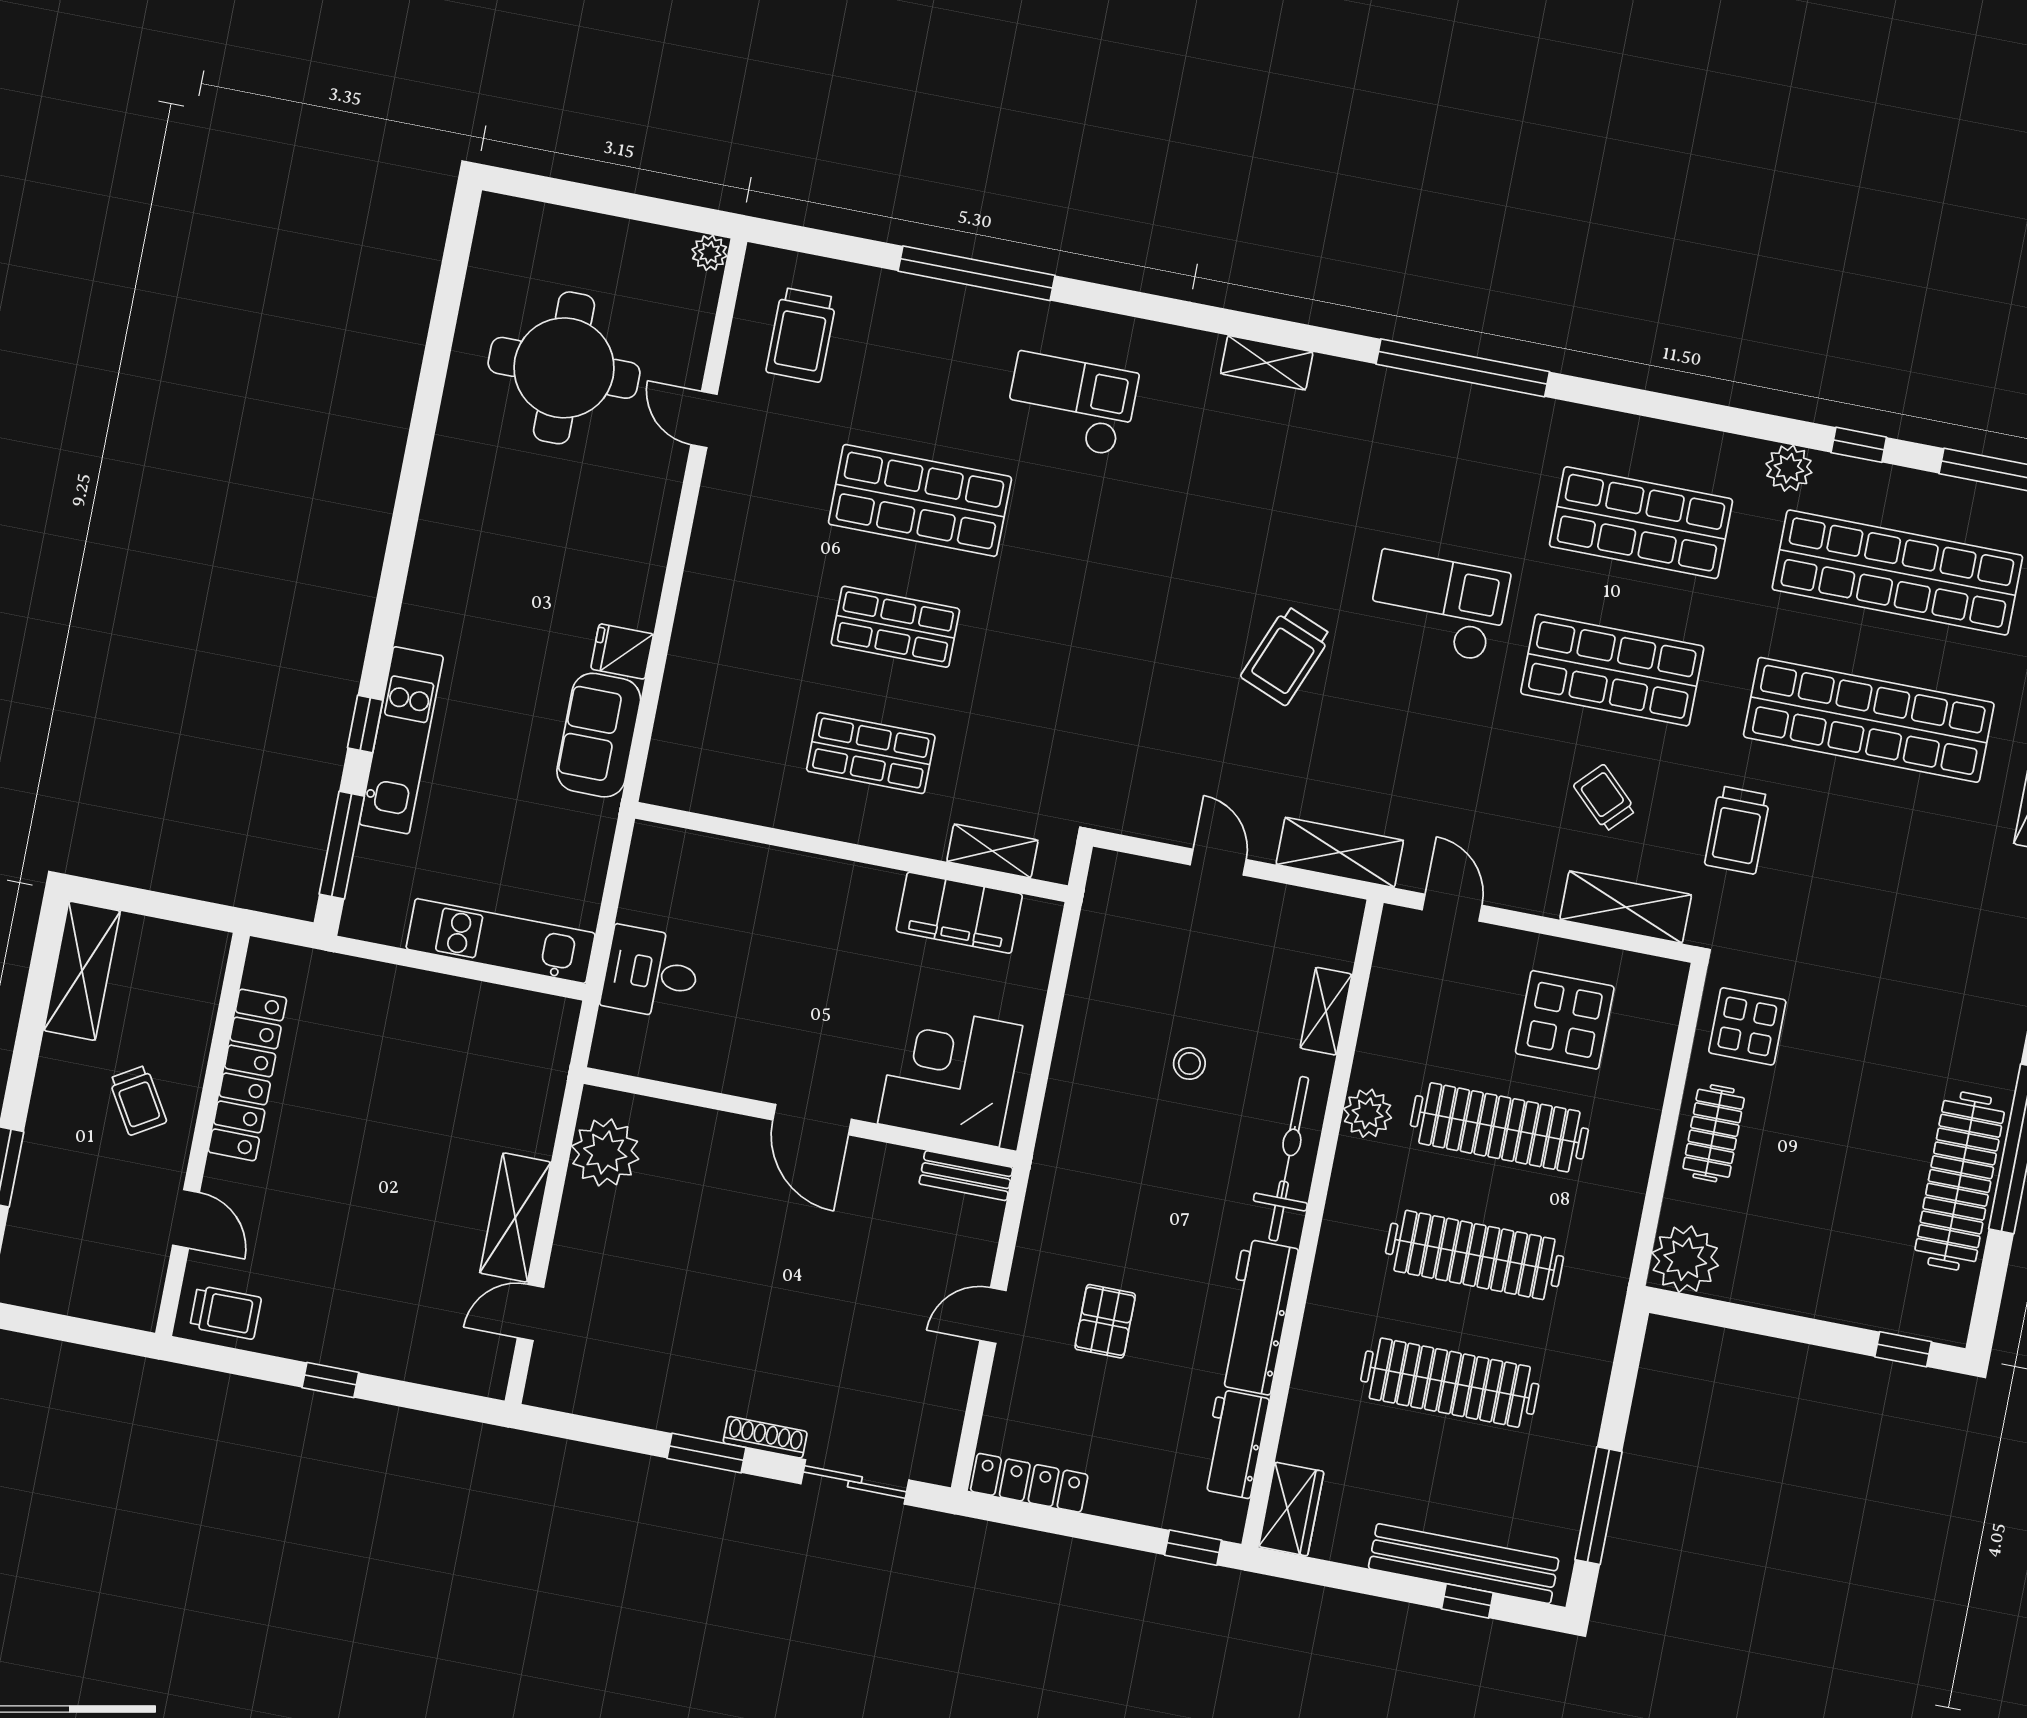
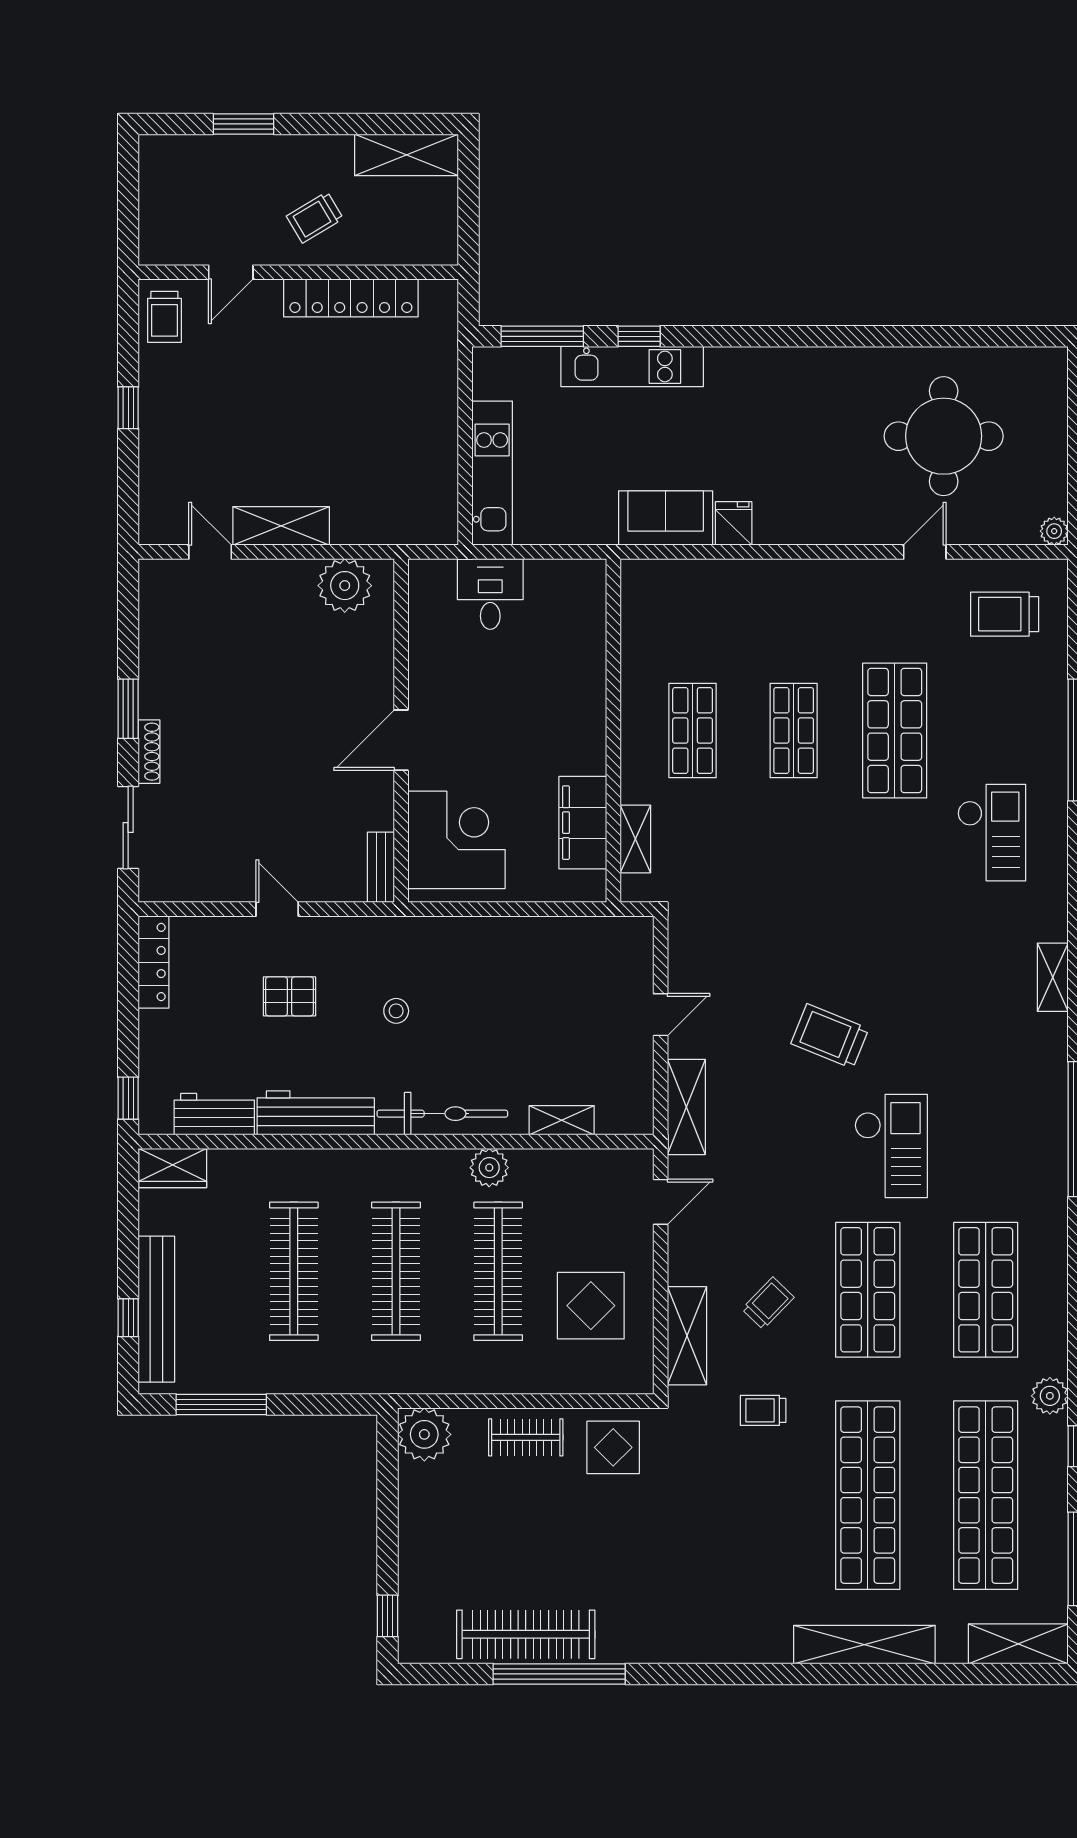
trolley: (1737, 830) -> (763, 1410), width x0.73, depth x0.72
stool: (1189, 1063) -> (396, 1011), moved

